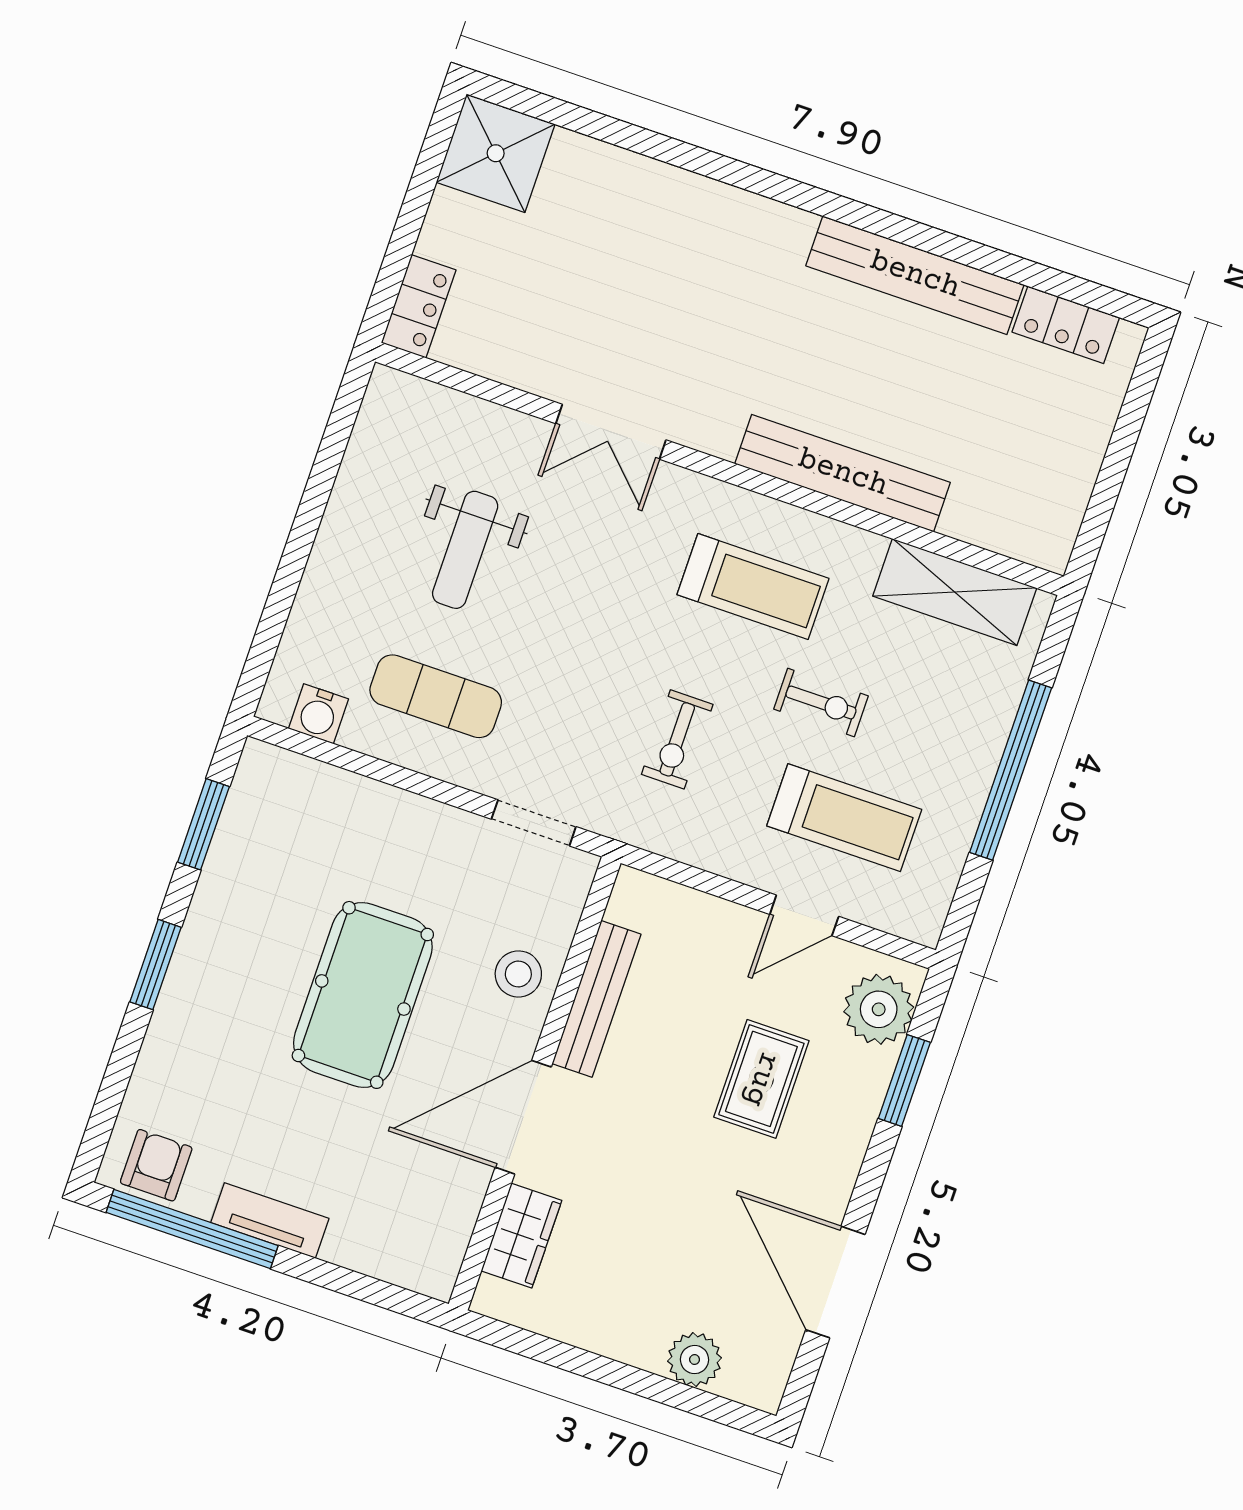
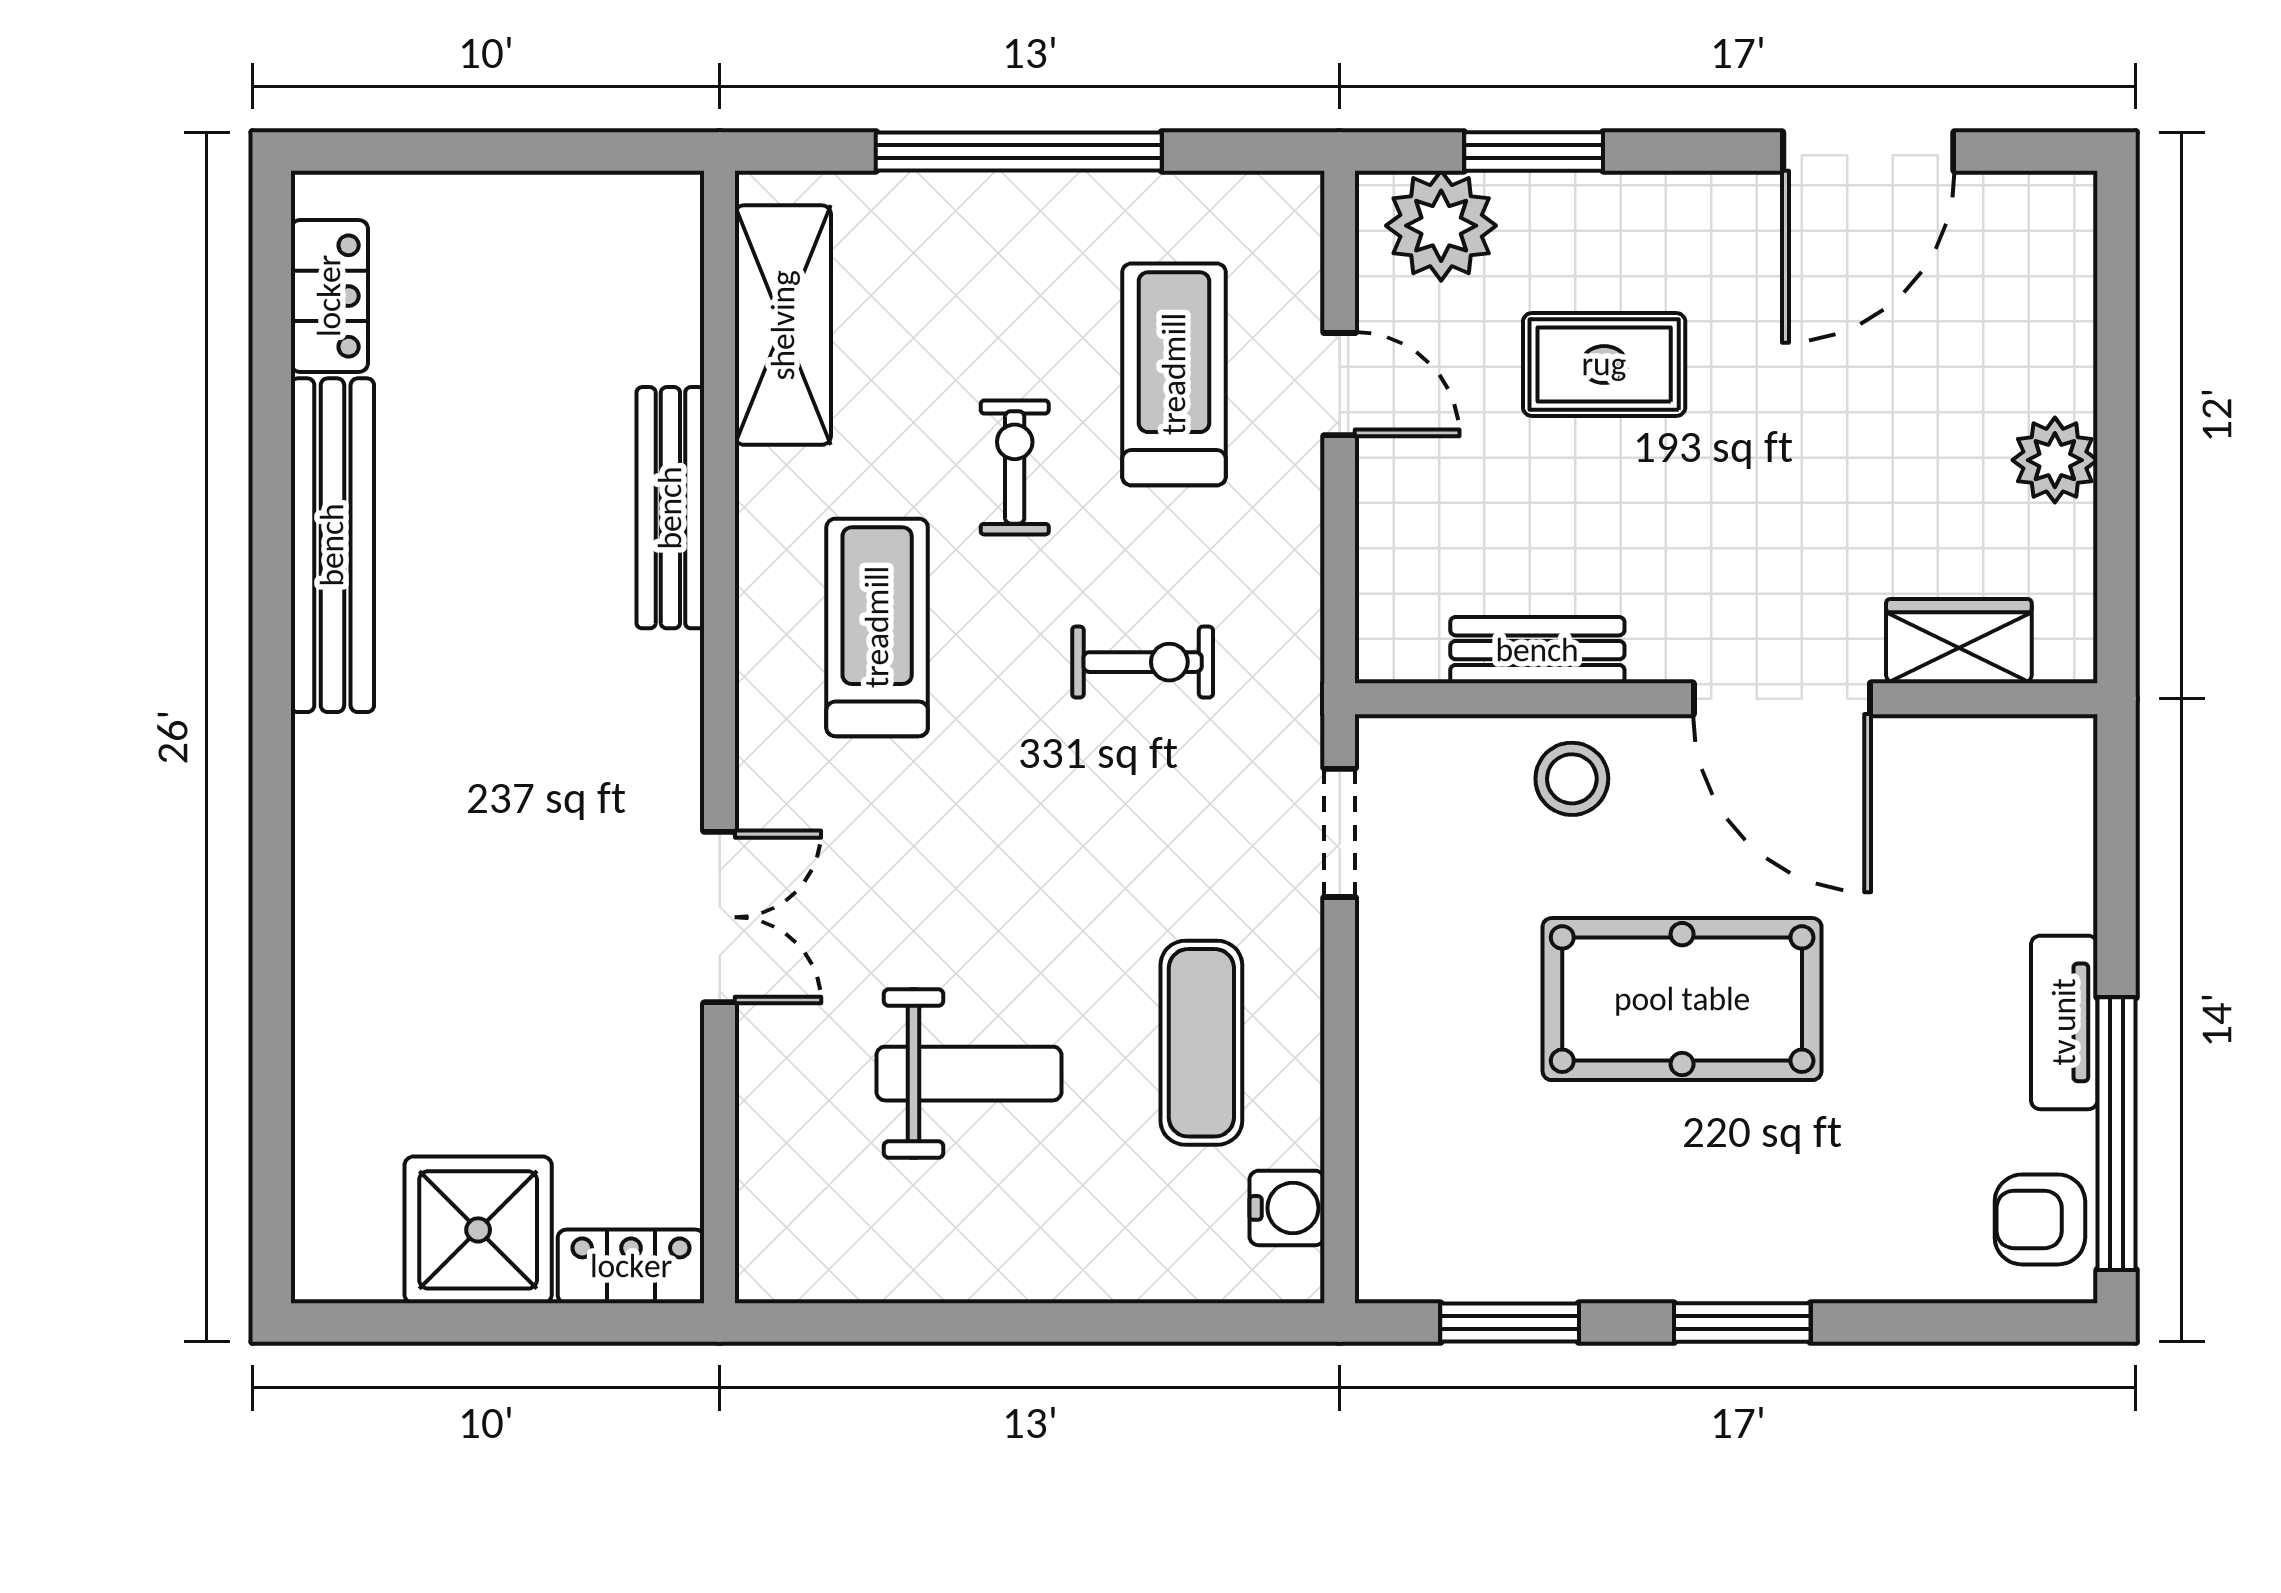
shower: (496, 153) -> (478, 1230), moved
bench: (843, 473) -> (670, 508), width x0.73, depth x0.82
bench: (596, 999) -> (1537, 650), width x0.73
plant: (695, 1360) -> (2055, 460), moved

